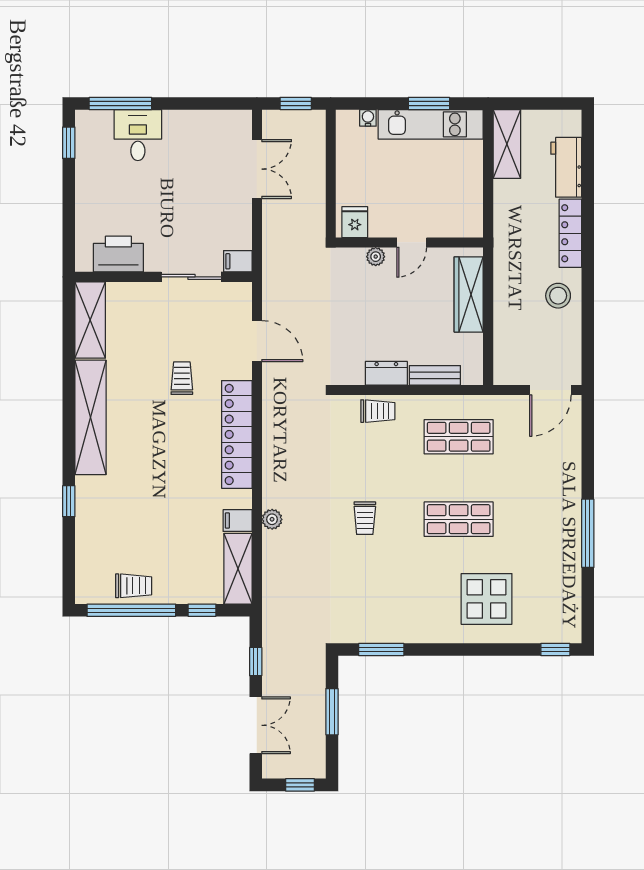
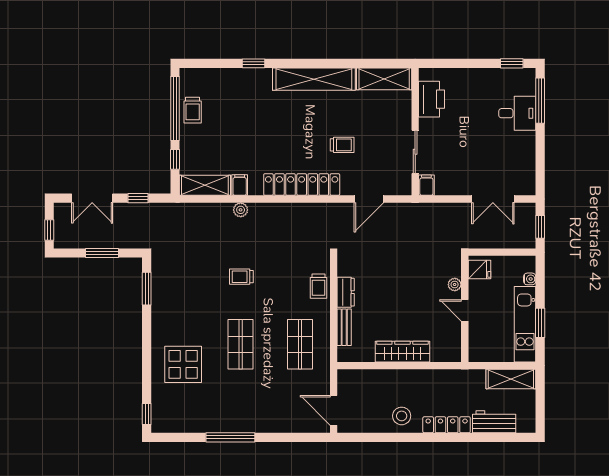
fridge: (355, 222) -> (479, 269), moved
wall: (409, 242) -> (465, 309), moved
door: (412, 242) -> (465, 310), moved
plant: (376, 257) -> (455, 285), moved

